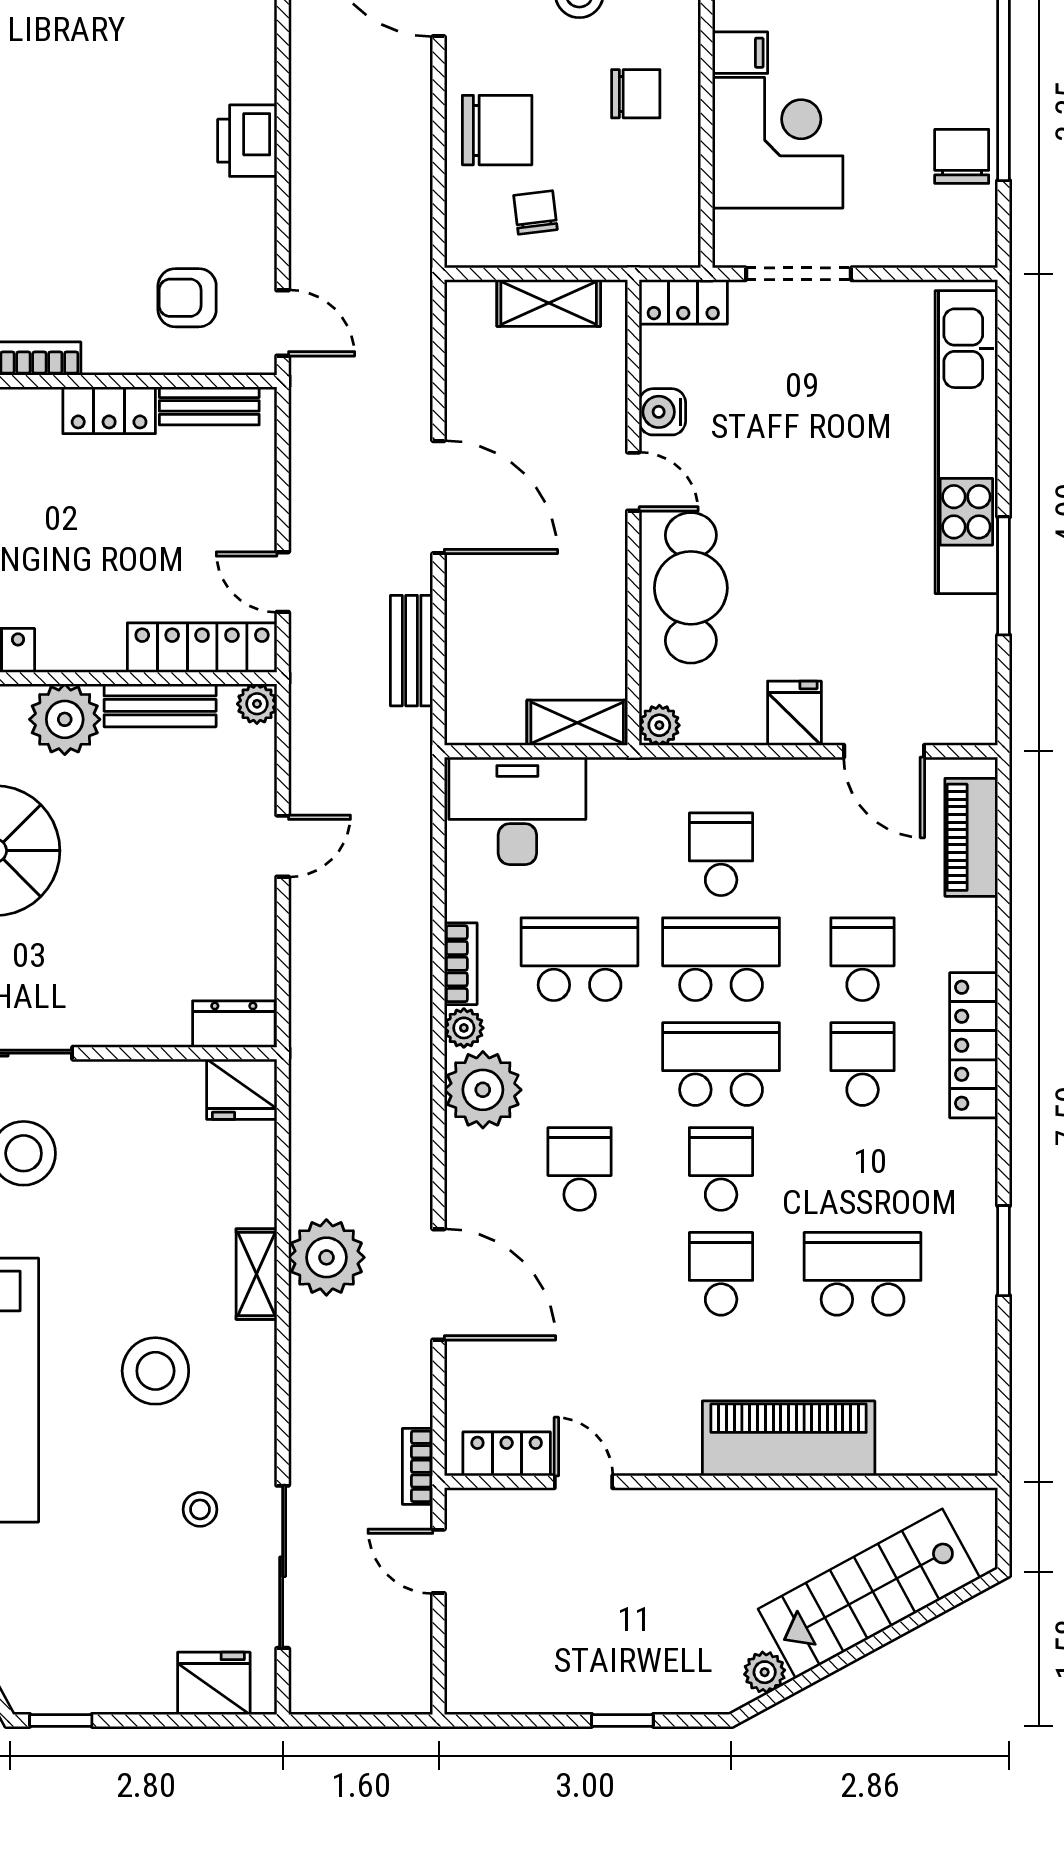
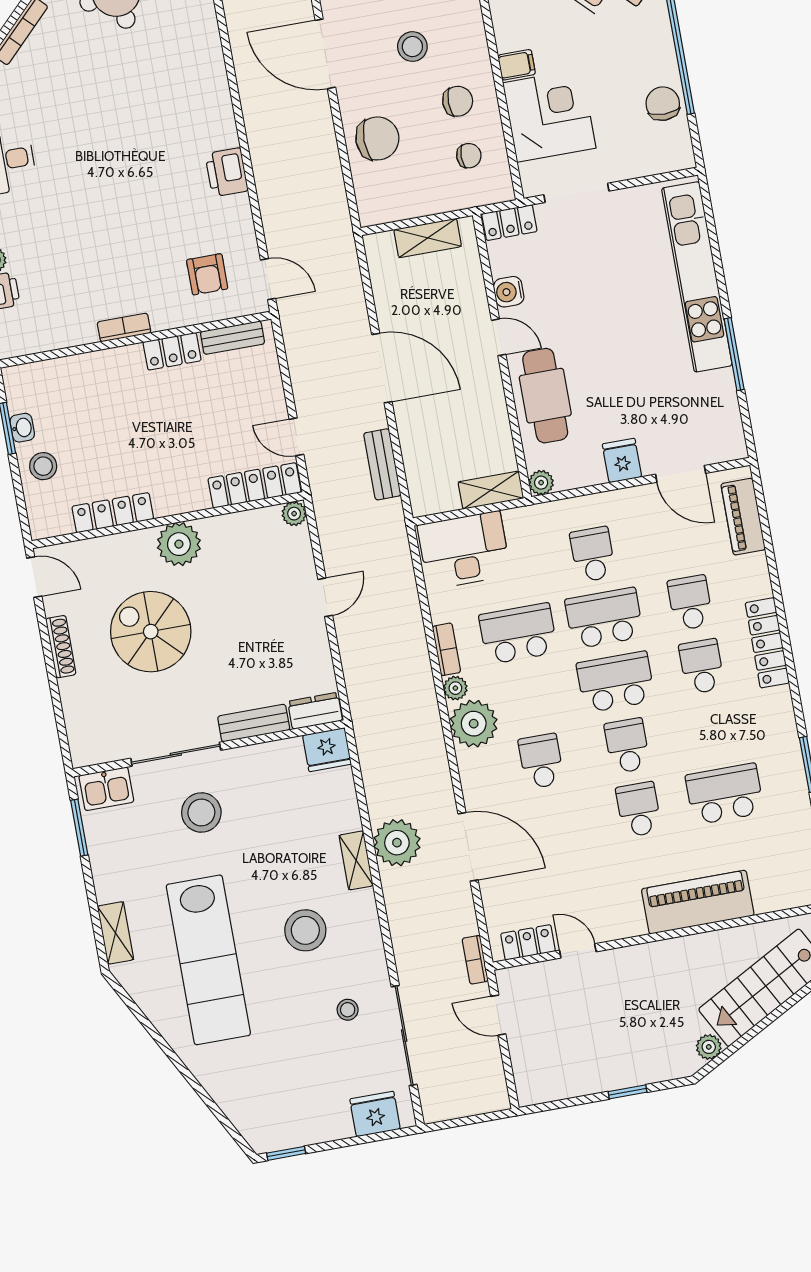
chair: (535, 212) -> (469, 156), moved, turned 97
armchair: (187, 298) -> (207, 274), turned -90
bench: (160, 705) -> (254, 723), moved

